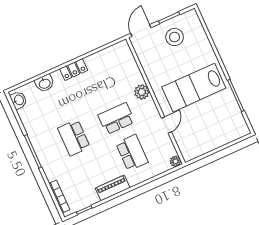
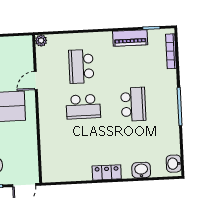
plant: (142, 92) -> (47, 123), removed
piano: (113, 188) -> (130, 38), moved

